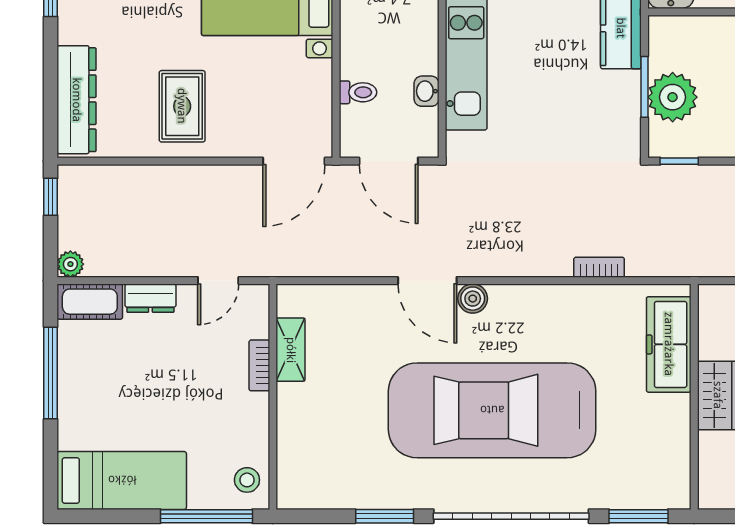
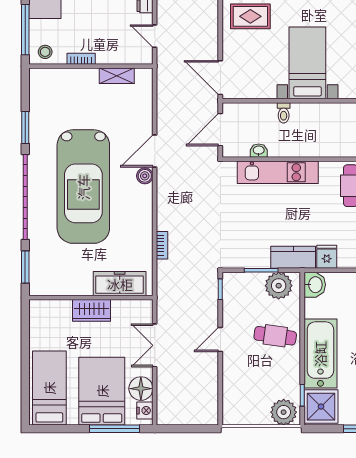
toilet: (358, 92) -> (284, 113), moved
plant: (673, 97) -> (279, 286), moved
bookcase: (259, 365) -> (81, 59), moved
car: (492, 410) -> (83, 187), turned 180

